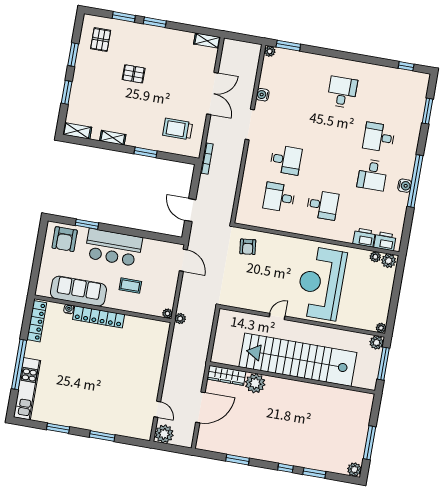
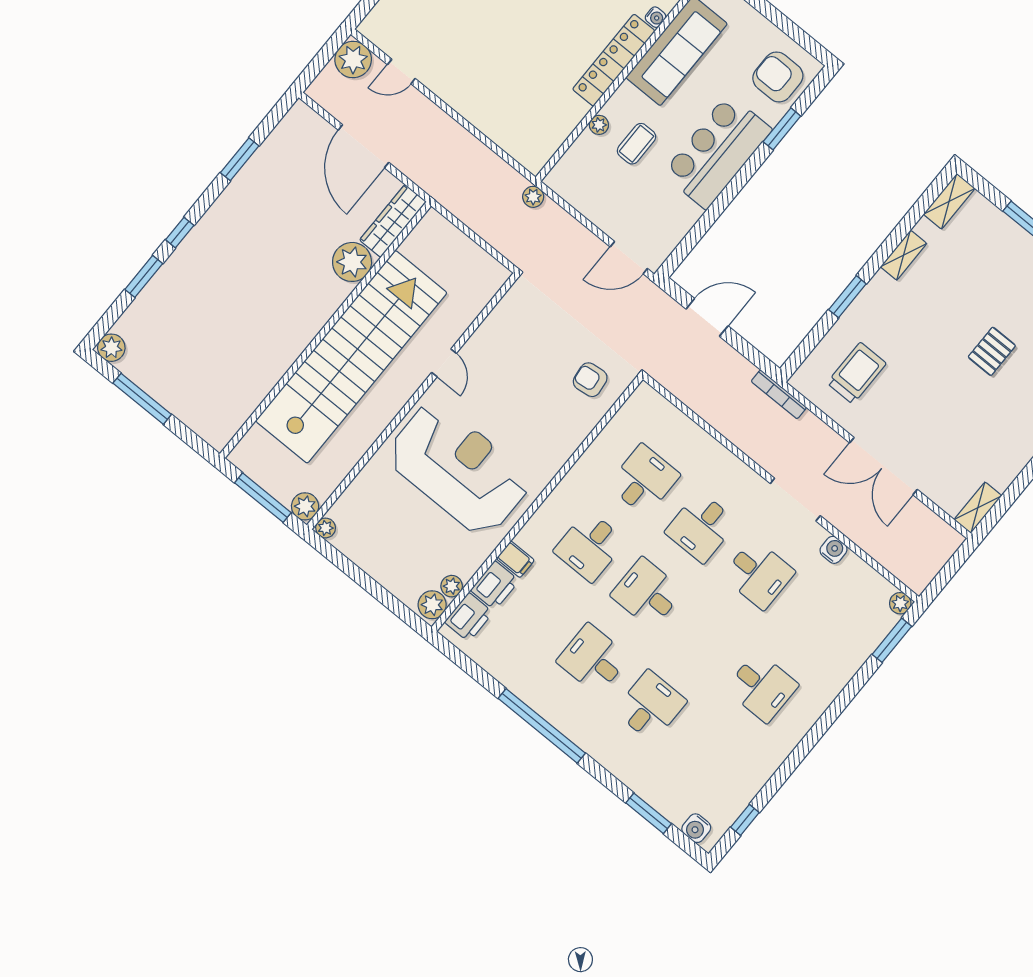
desk: (292, 122) -> (759, 574), added
desk: (329, 167) -> (647, 593), added
water cooler: (405, 186) -> (696, 828), moved
filing cabinet: (347, 235) -> (515, 559), added
plant: (167, 313) -> (599, 125), moved

